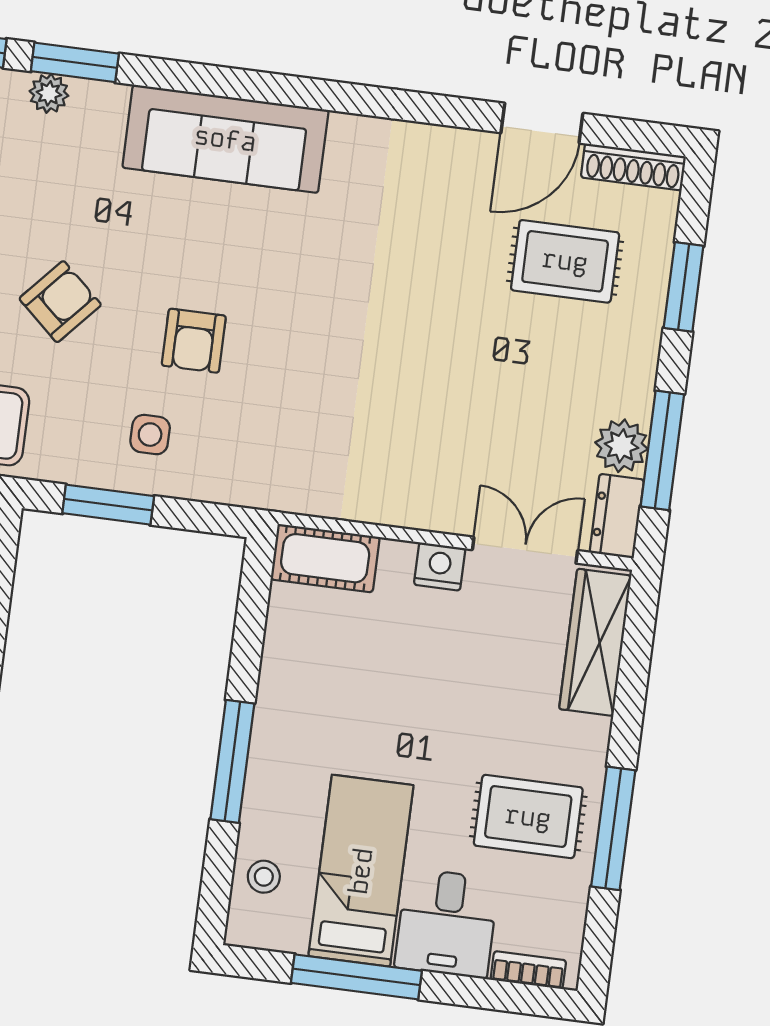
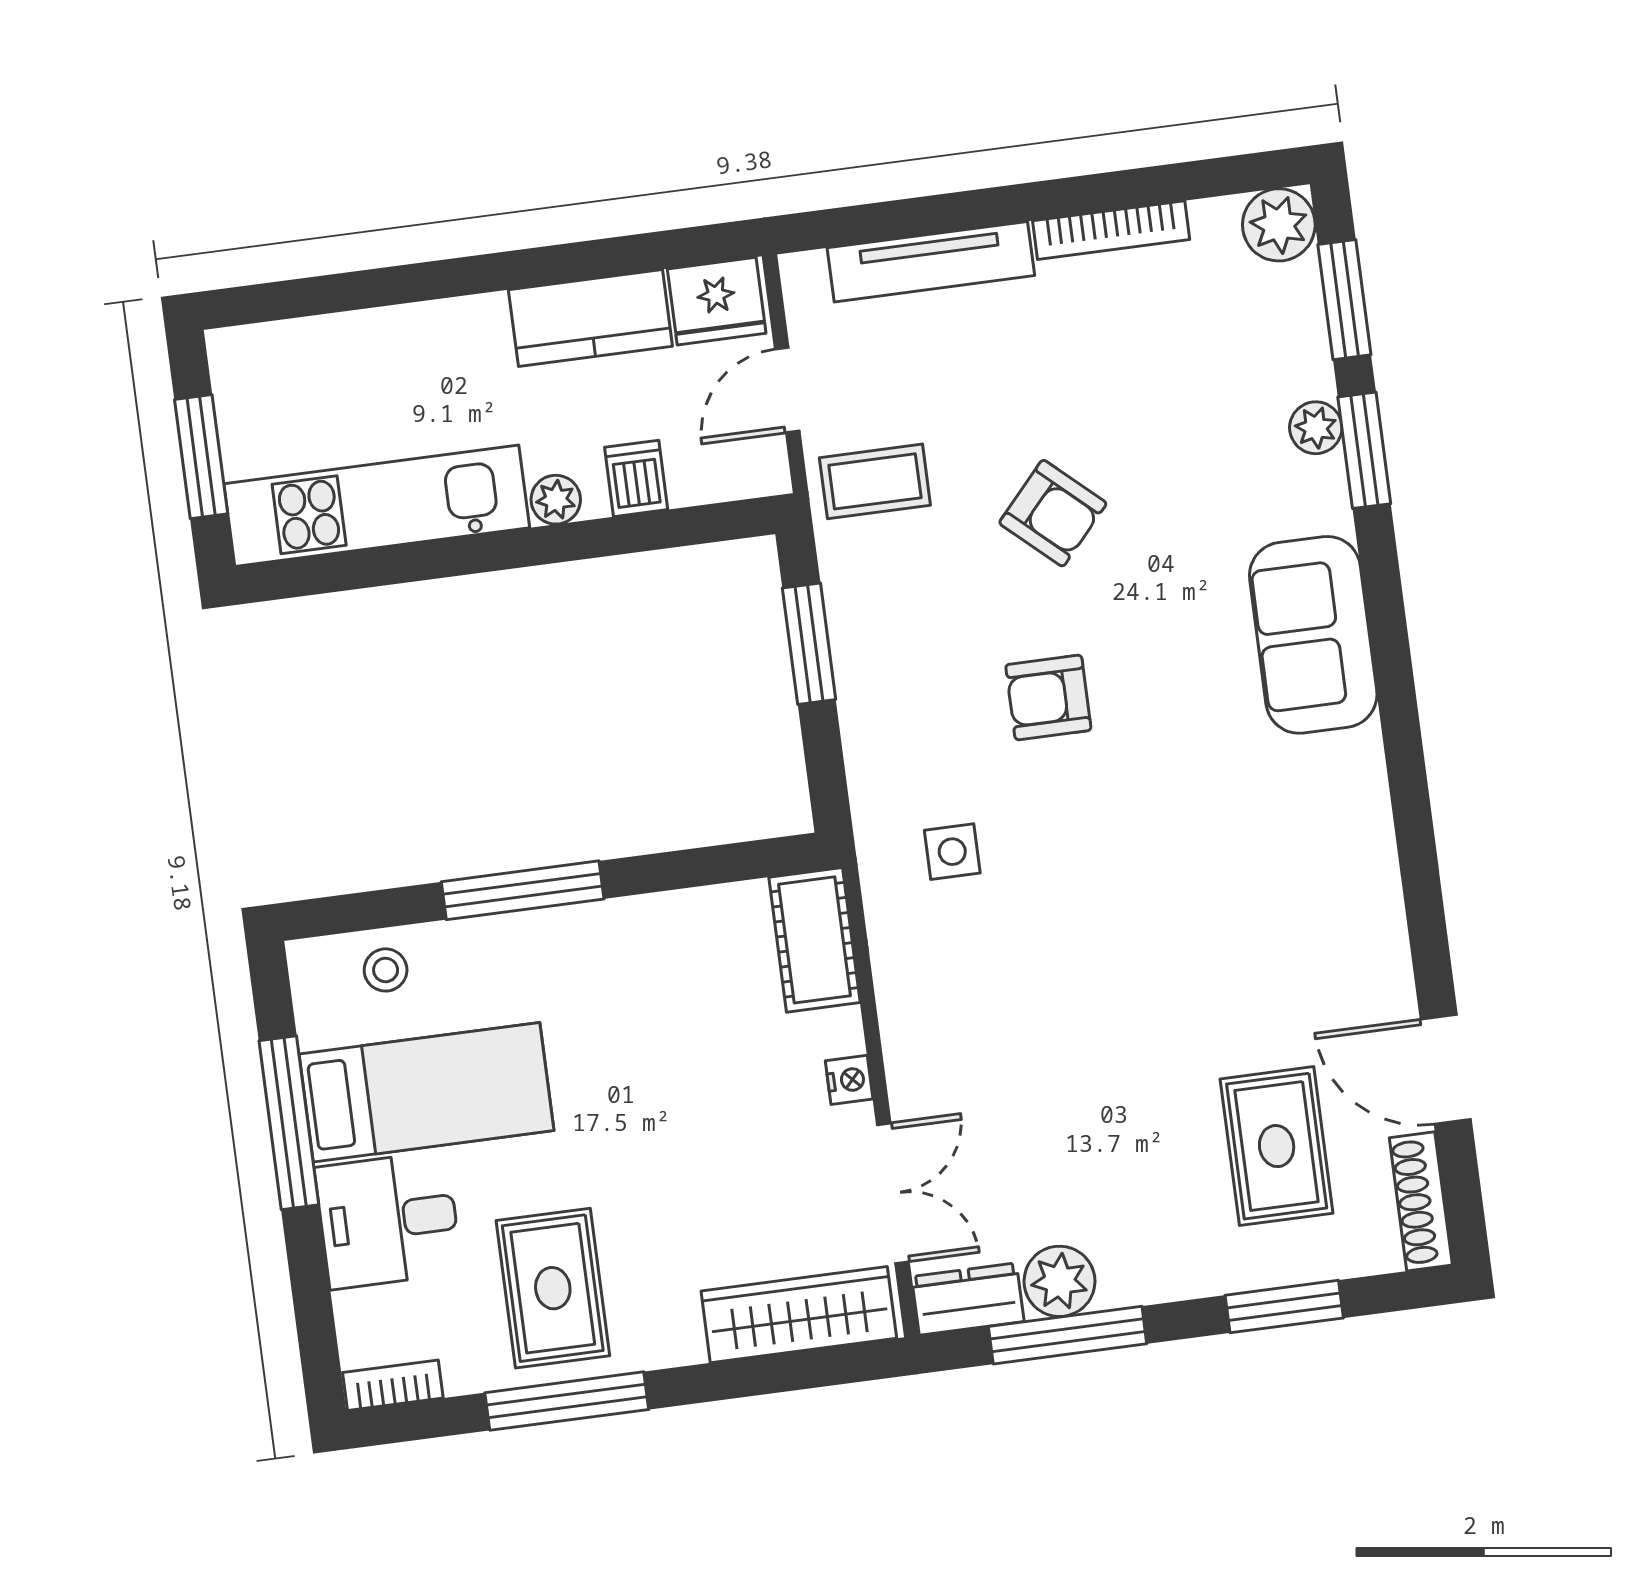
sofa: (225, 139) -> (1313, 635), width x0.73
side table: (150, 435) -> (952, 852), moved
nightstand: (440, 566) -> (849, 1080), width x0.72, depth x0.74
bookcase: (528, 970) -> (393, 1385), moved, turned -90

